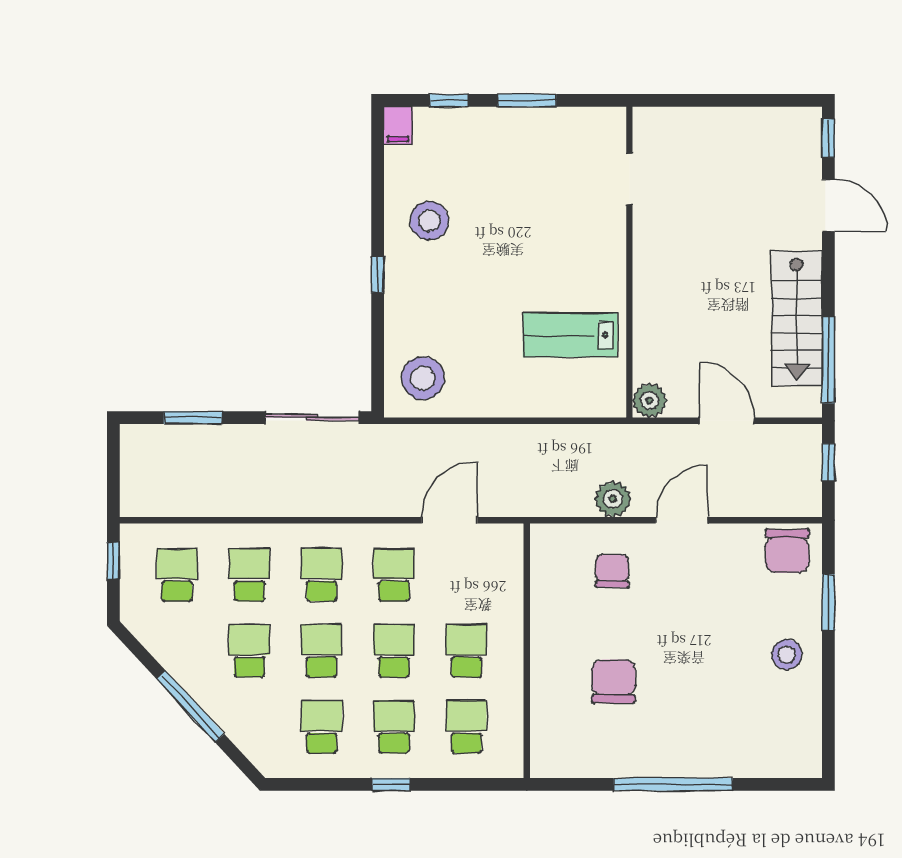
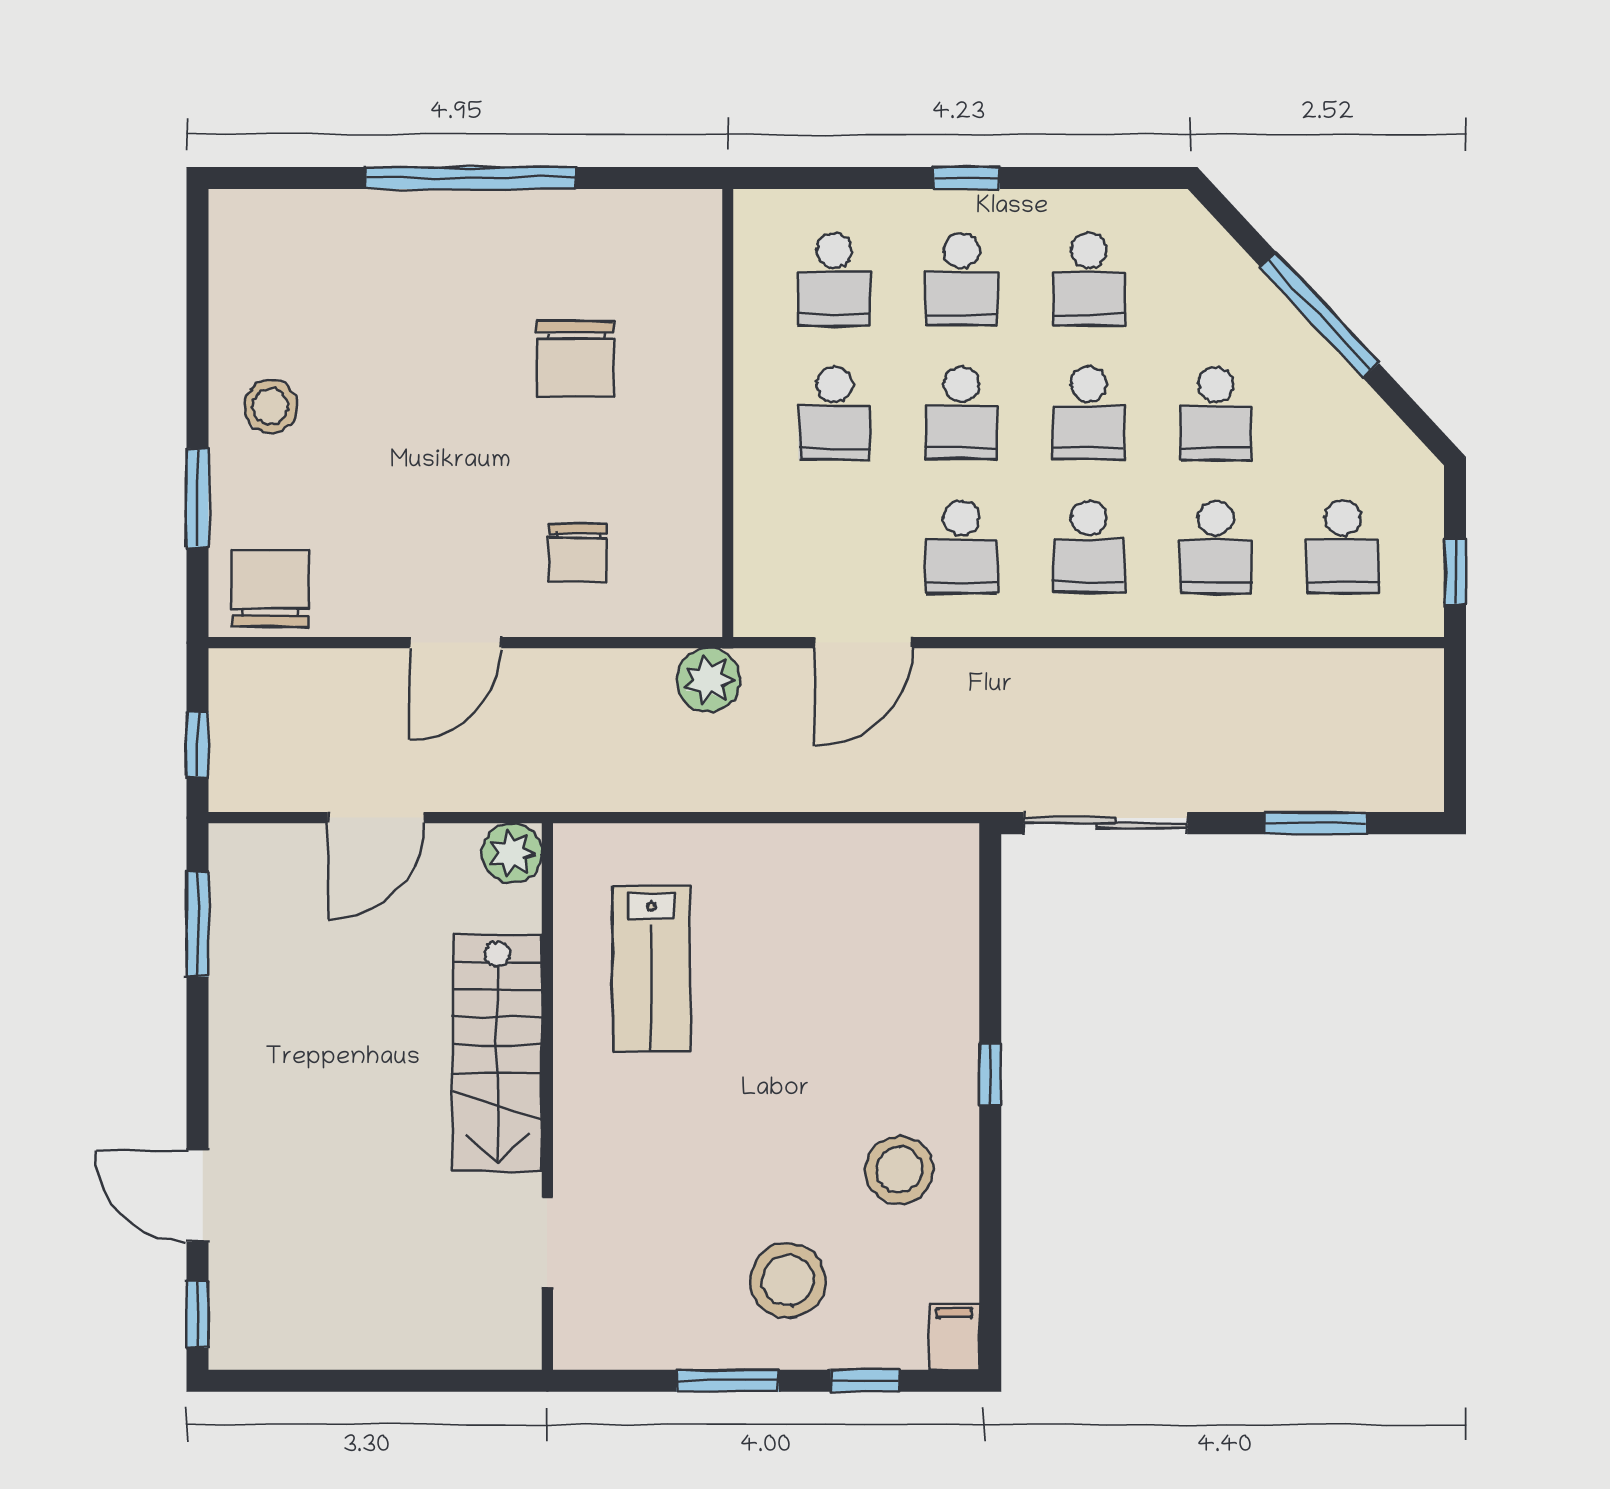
stairs: (797, 318) -> (497, 1053), moved, turned 180
lab bench: (570, 335) -> (651, 968), turned 90
window: (828, 360) -> (197, 924), width x0.69
stool: (423, 378) -> (788, 1280), moved
door: (727, 421) -> (376, 818), hinge flipped
plant: (613, 499) -> (709, 680), moved

